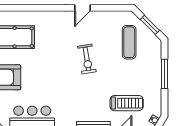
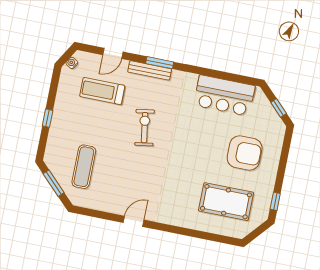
exercise bike: (87, 59) -> (145, 128), moved
window: (164, 74) -> (48, 118), width x0.46

